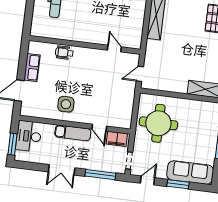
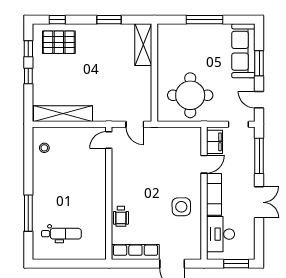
door: (114, 49) -> (109, 140), moved
row of seats: (32, 67) -> (135, 252), width x1.48
desk: (29, 136) -> (221, 234), moved, turned 90

